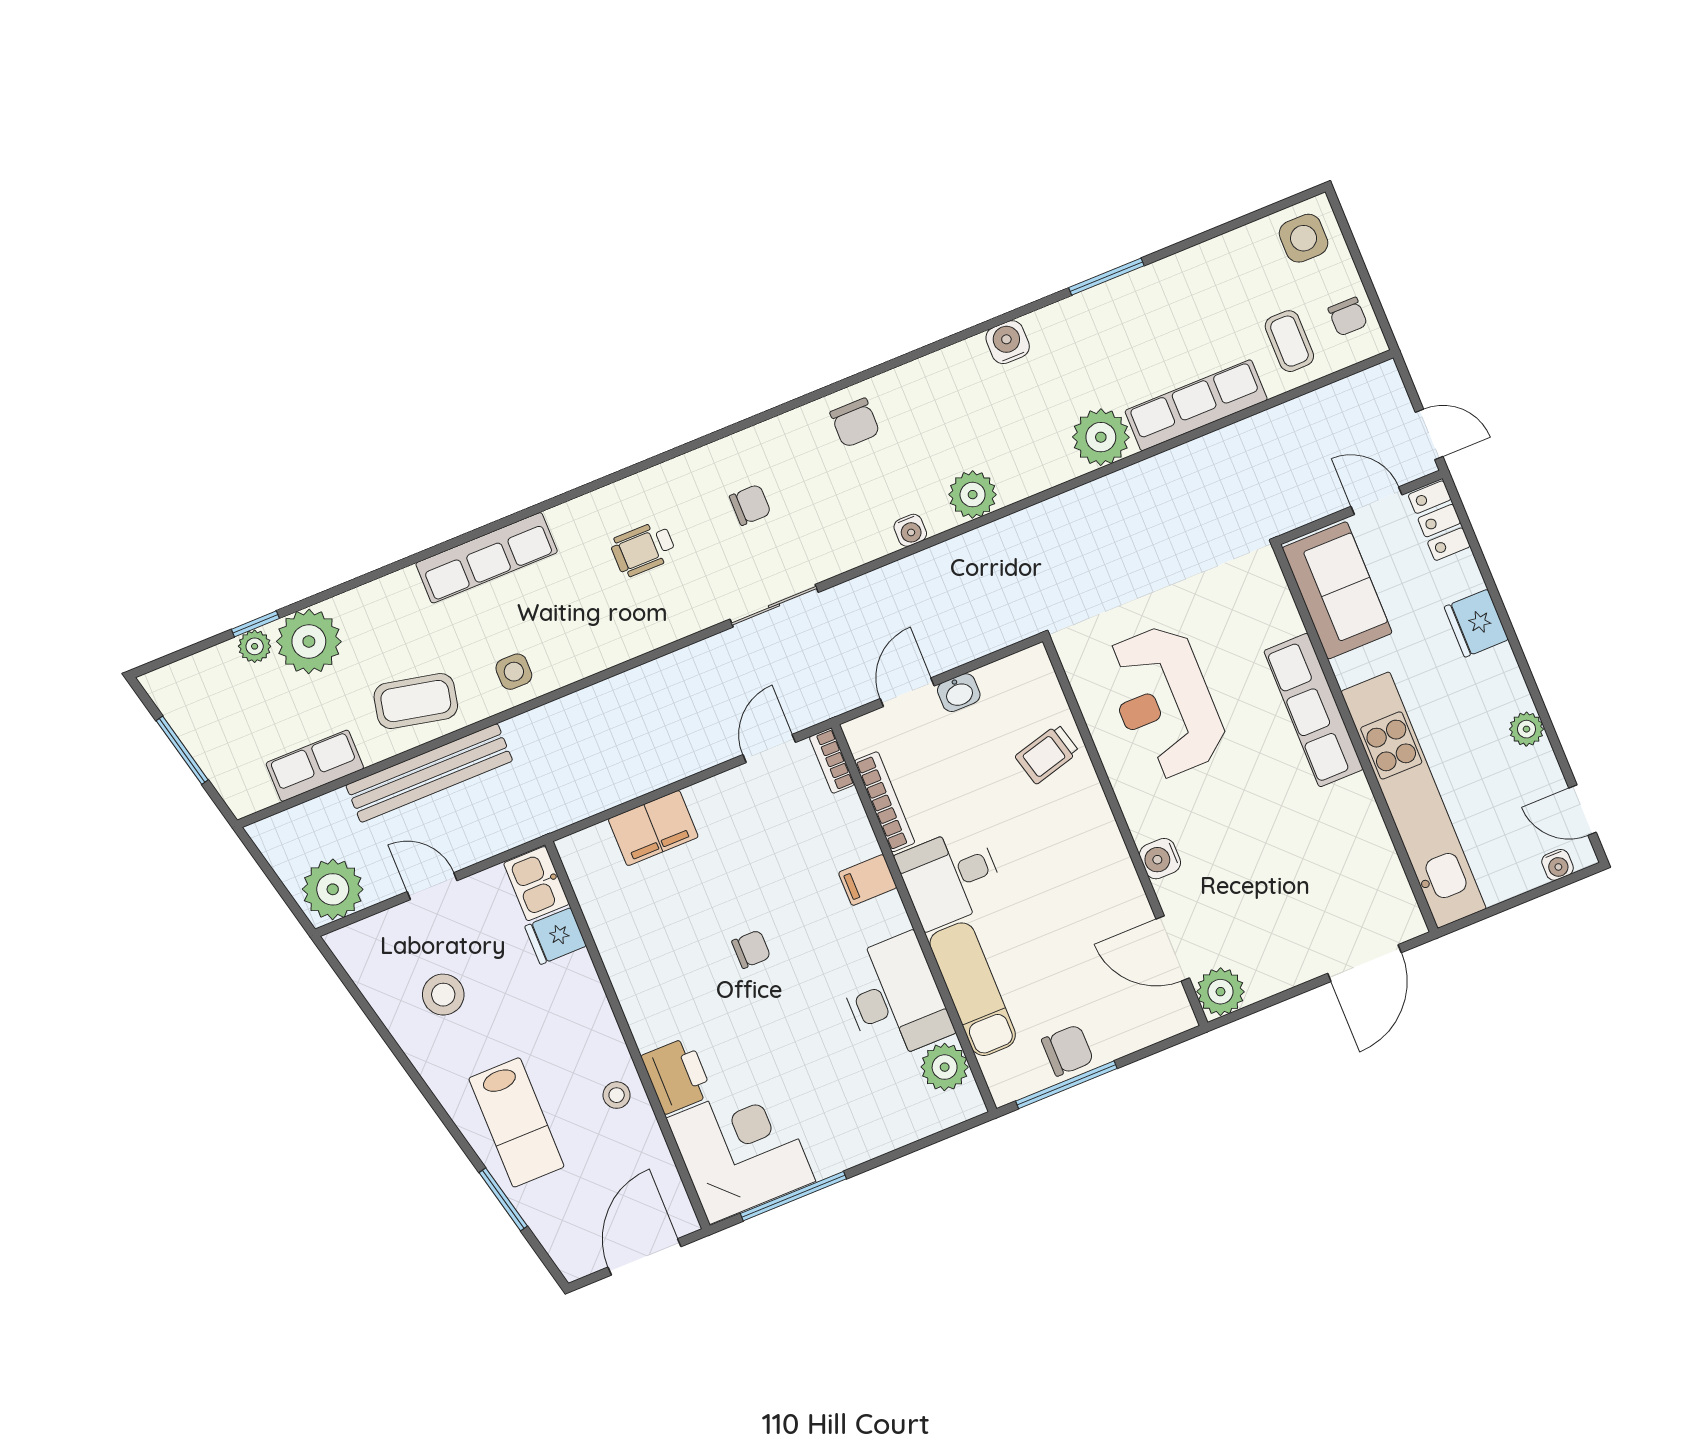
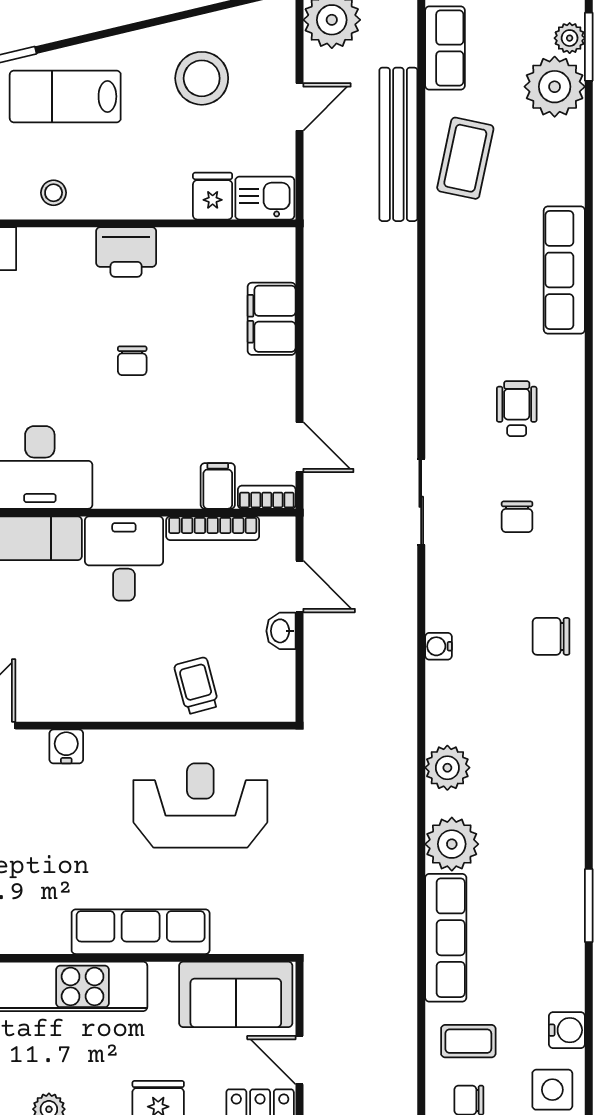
water cooler: (1008, 342) -> (567, 1030), moved
plant: (973, 495) -> (447, 768), moved
door: (1376, 501) -> (299, 1060), swing flipped
window: (255, 624) -> (589, 47), width x1.50
side table: (514, 672) -> (456, 253), removed
filing cabinet: (868, 880) -> (218, 486), moved
stool: (443, 995) -> (202, 78), width x1.38, depth x1.38
printer: (677, 1075) -> (126, 252), moved

